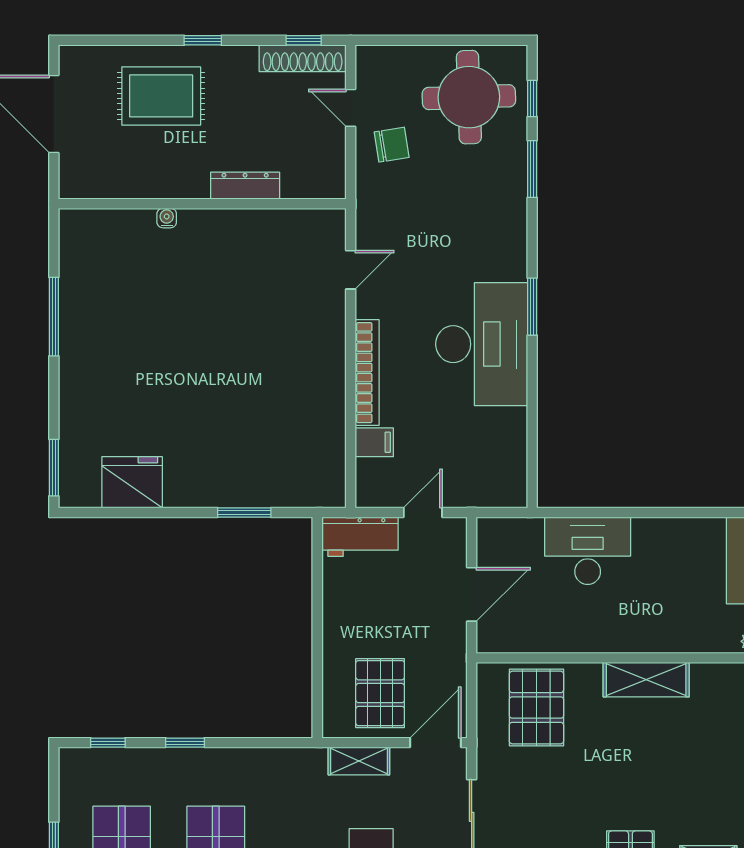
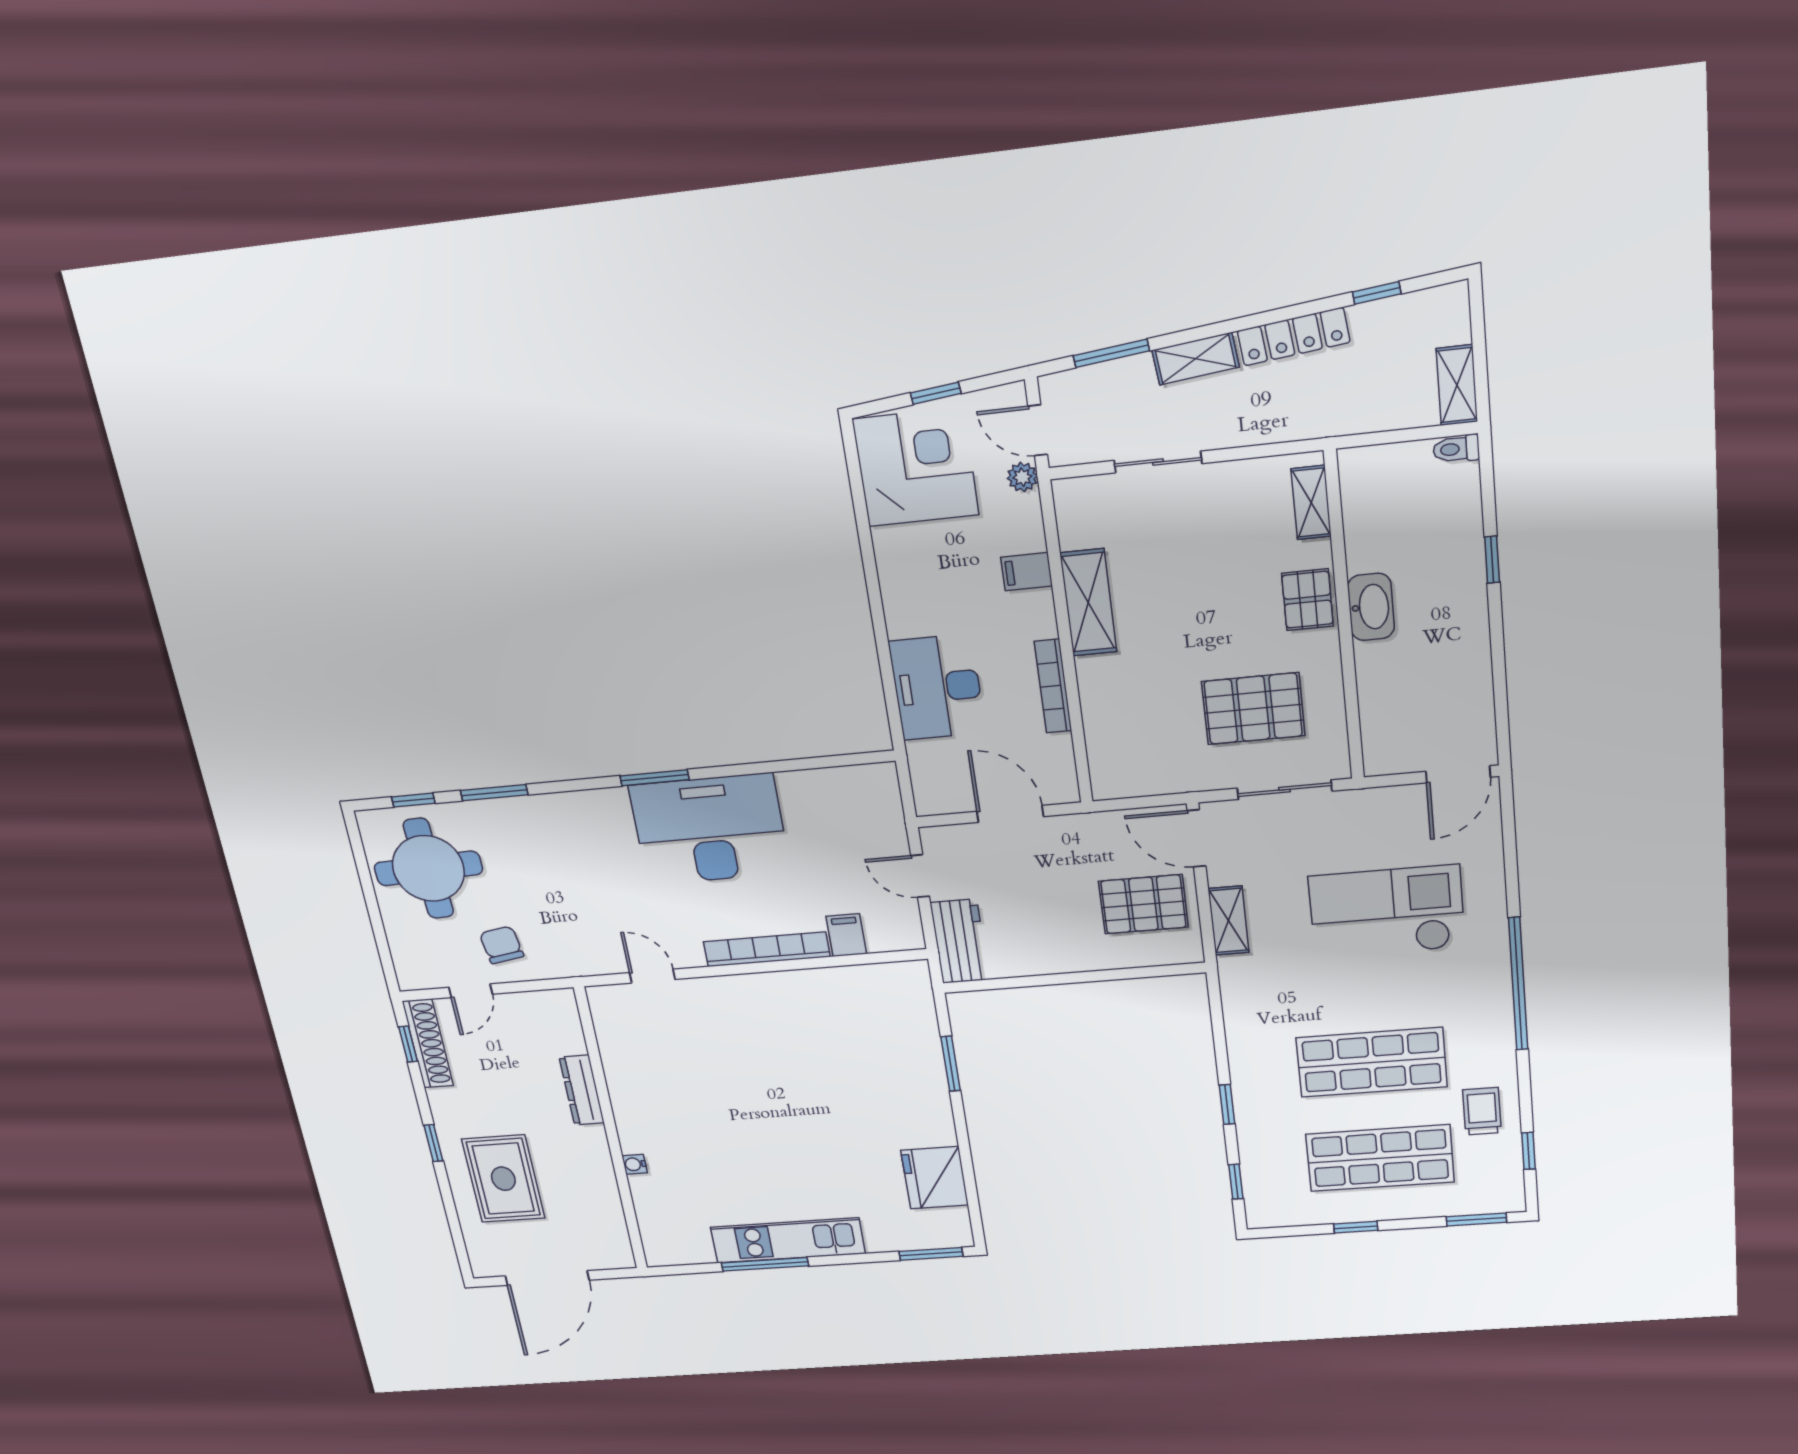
kitchen unit: (77, 342) -> (788, 1240), added
filing cabinet: (677, 635) -> (1026, 572), added
bookcase: (579, 643) -> (1053, 686), added
pallet: (536, 707) -> (1253, 709), moved

